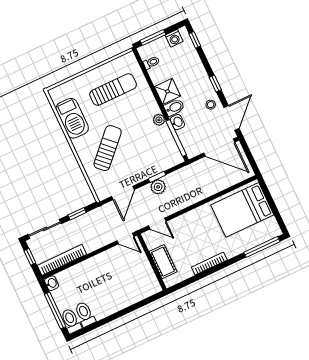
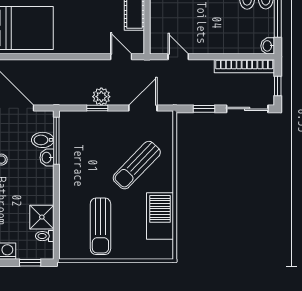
window: (153, 38) -> (30, 263), width x0.67
sun lounger: (113, 90) -> (100, 226), turned -90
shower: (167, 91) -> (42, 217), moved
bidet: (174, 107) -> (43, 140), moved
plant: (159, 120) -> (66, 169), removed
door: (126, 239) -> (178, 57), moved

